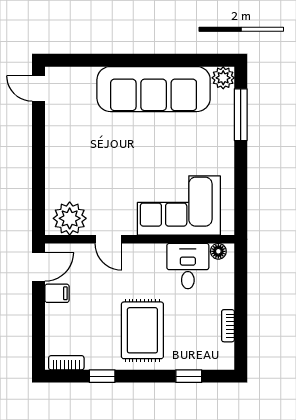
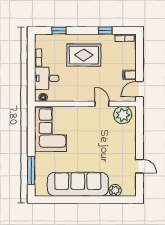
plant: (223, 78) -> (115, 190), moved
door: (39, 88) -> (139, 166), moved
corner sofa: (179, 205) -> (50, 130), moved, turned -90
desk: (188, 266) -> (47, 78), moved, turned 90
rug: (142, 330) -> (84, 55), turned 90

